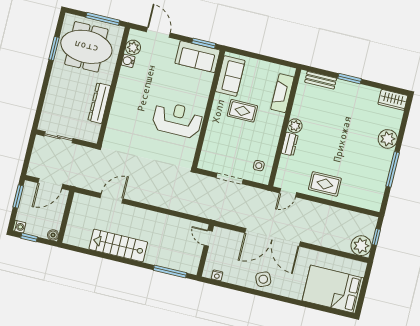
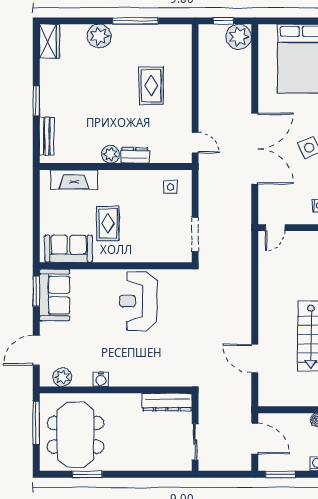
water cooler: (128, 61) -> (101, 379), moved
dresser: (99, 103) -> (167, 402), moved
doorway: (230, 179) -> (195, 234), moved
rug: (325, 184) -> (151, 86), moved

